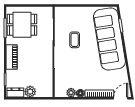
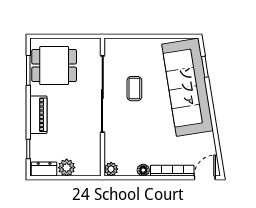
plant: (71, 93) -> (111, 169), moved

